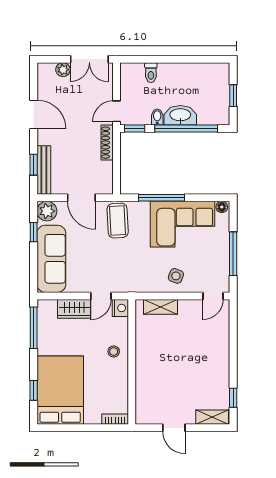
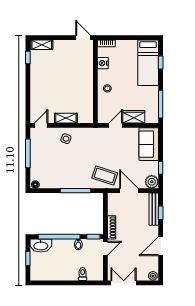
plant: (63, 70) -> (153, 276), moved
door: (34, 114) -> (161, 246), hinge flipped
washbasin: (180, 115) -> (41, 246), moved
coffee table: (118, 221) -> (105, 176), turned -69
corner sofa: (183, 224) -> (61, 173), removed
sofa: (51, 259) -> (149, 144), width x0.73
shelving: (161, 307) -> (66, 118), moved
nightstand: (120, 308) -> (103, 63), moved
bed: (60, 390) -> (148, 63), width x0.67
door: (174, 428) -> (83, 38), moved

